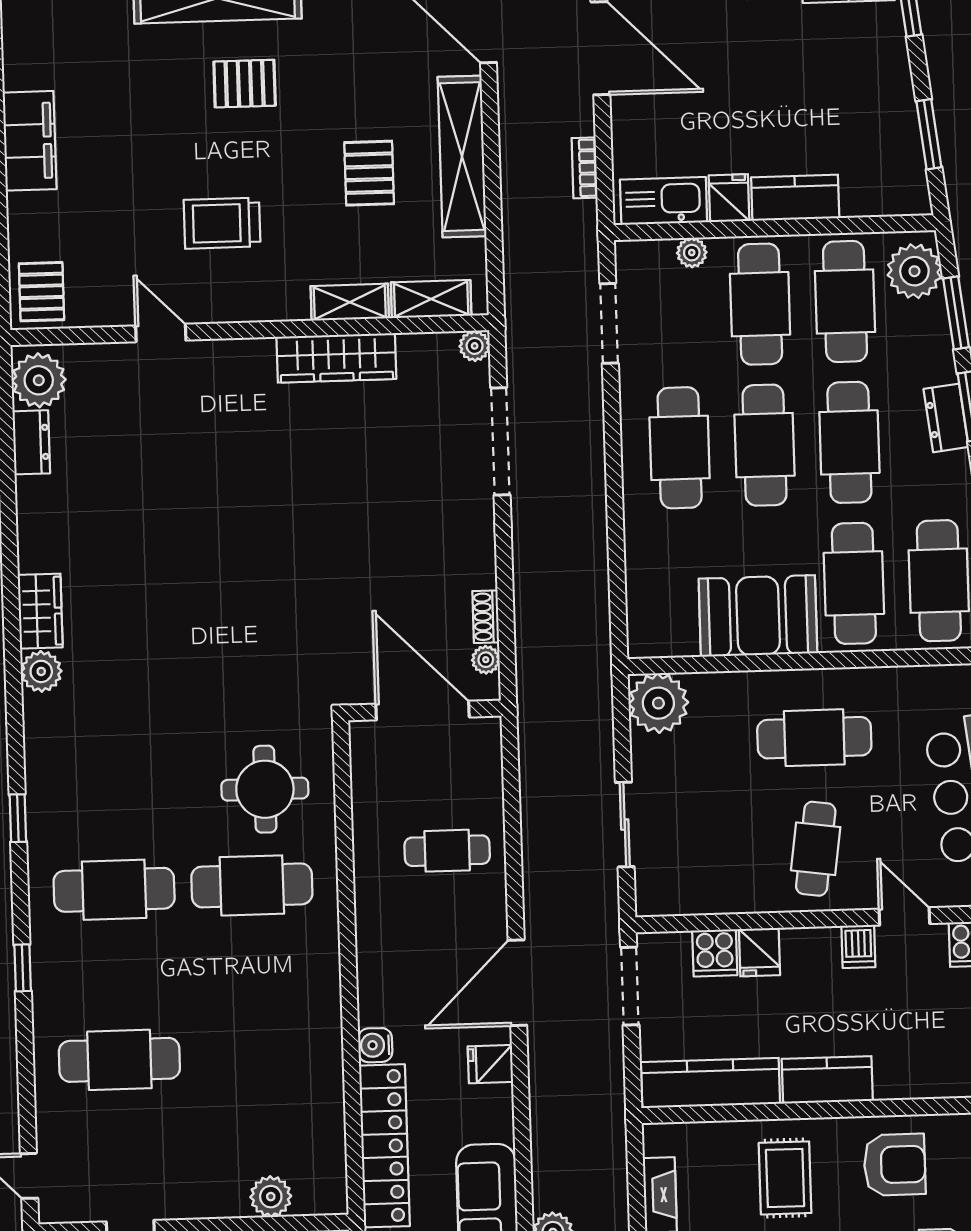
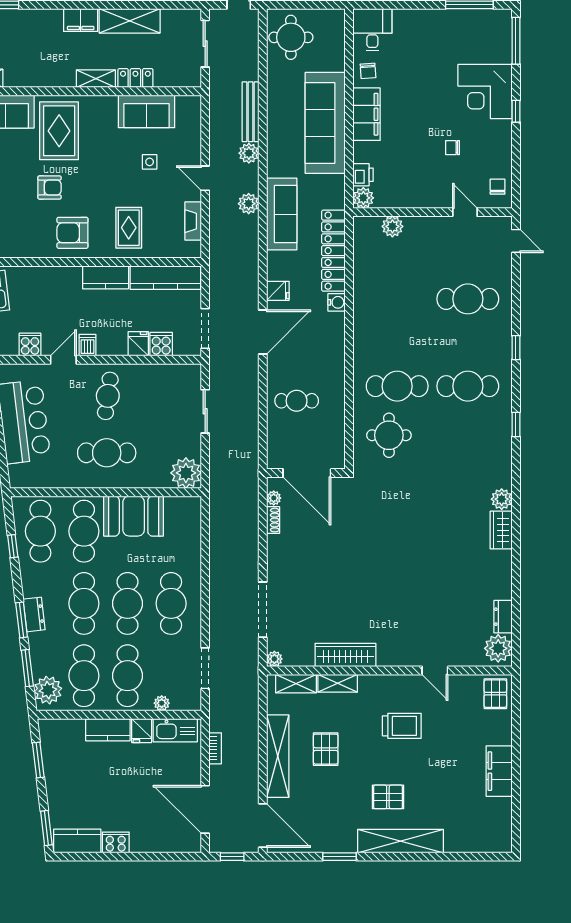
door: (904, 916) -> (63, 360), swing flipped

